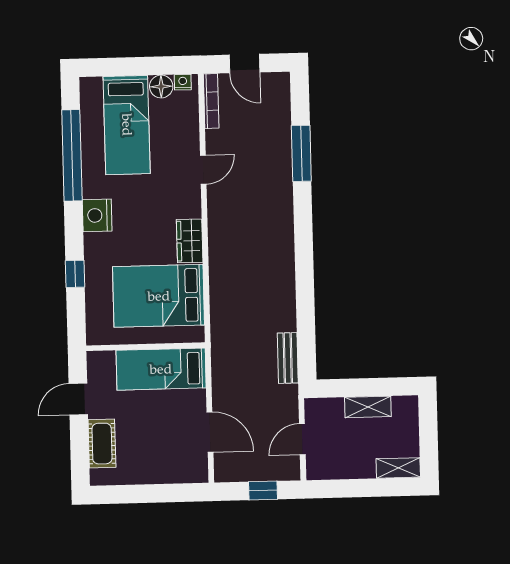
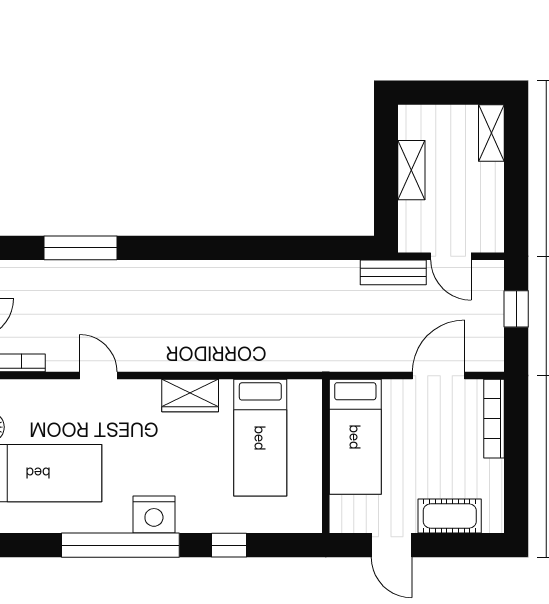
window: (72, 155) -> (120, 545), moved
bed: (159, 296) -> (260, 438), width x0.67
bench: (288, 358) -> (393, 272), moved
bookcase: (178, 476) -> (494, 419), added

